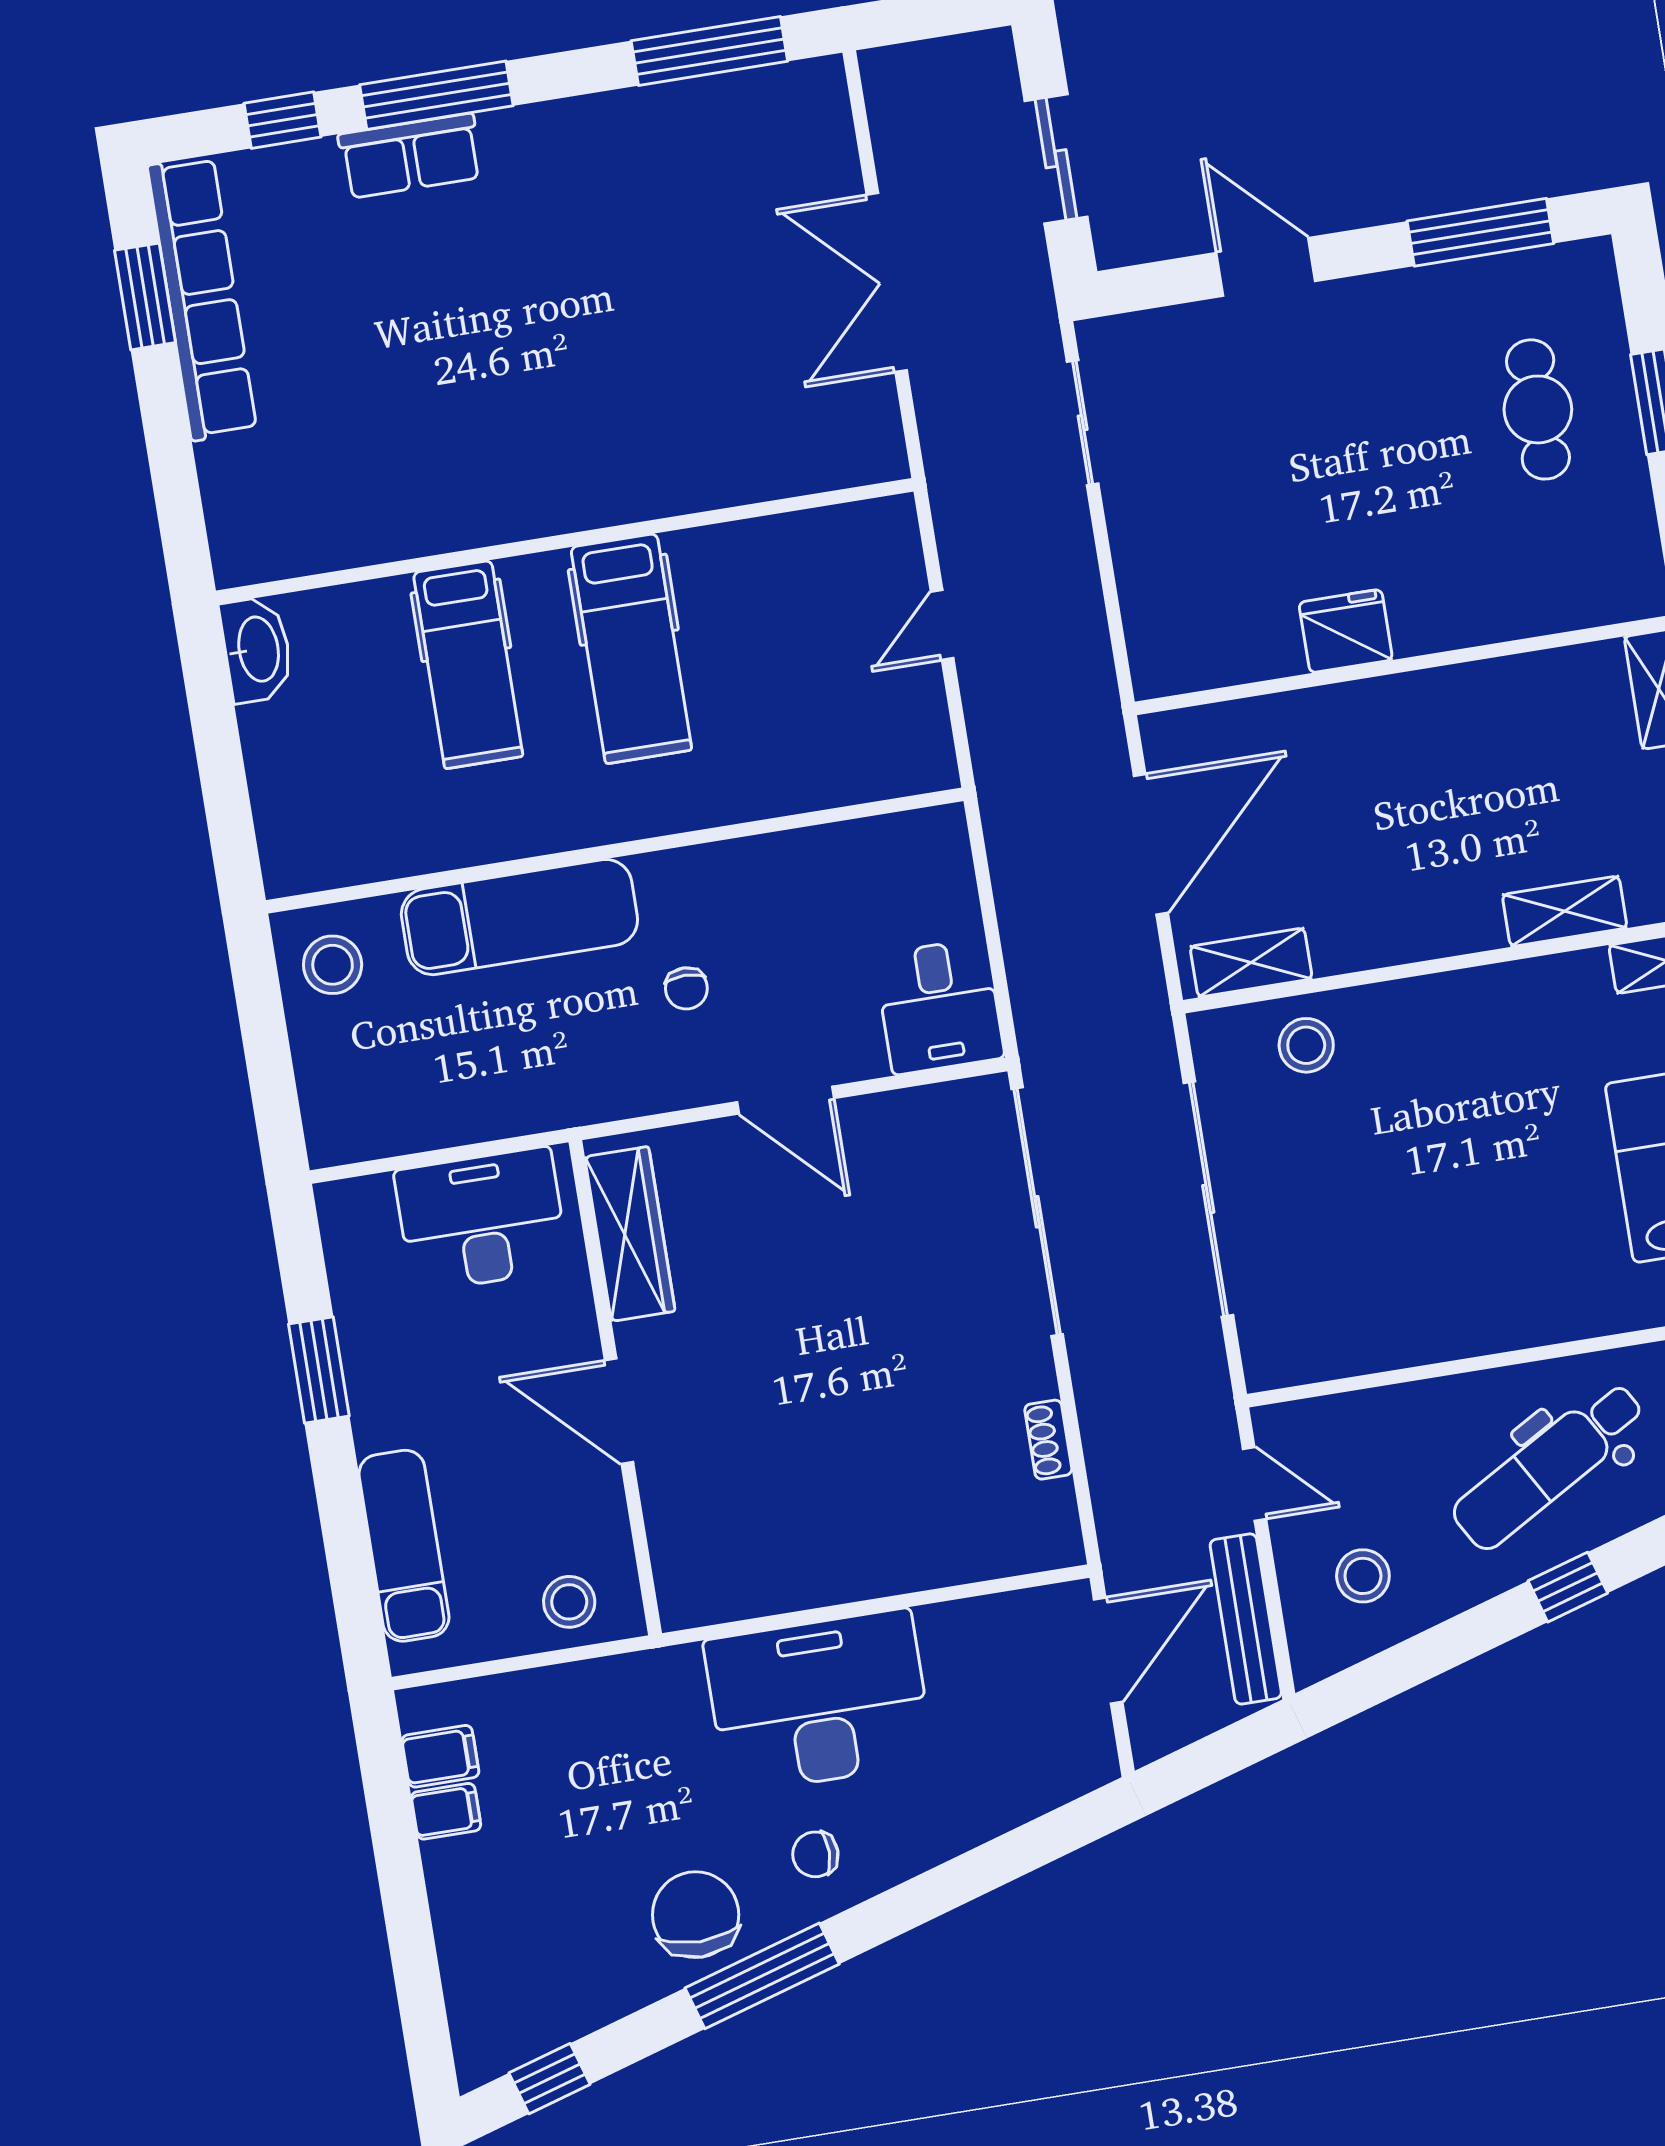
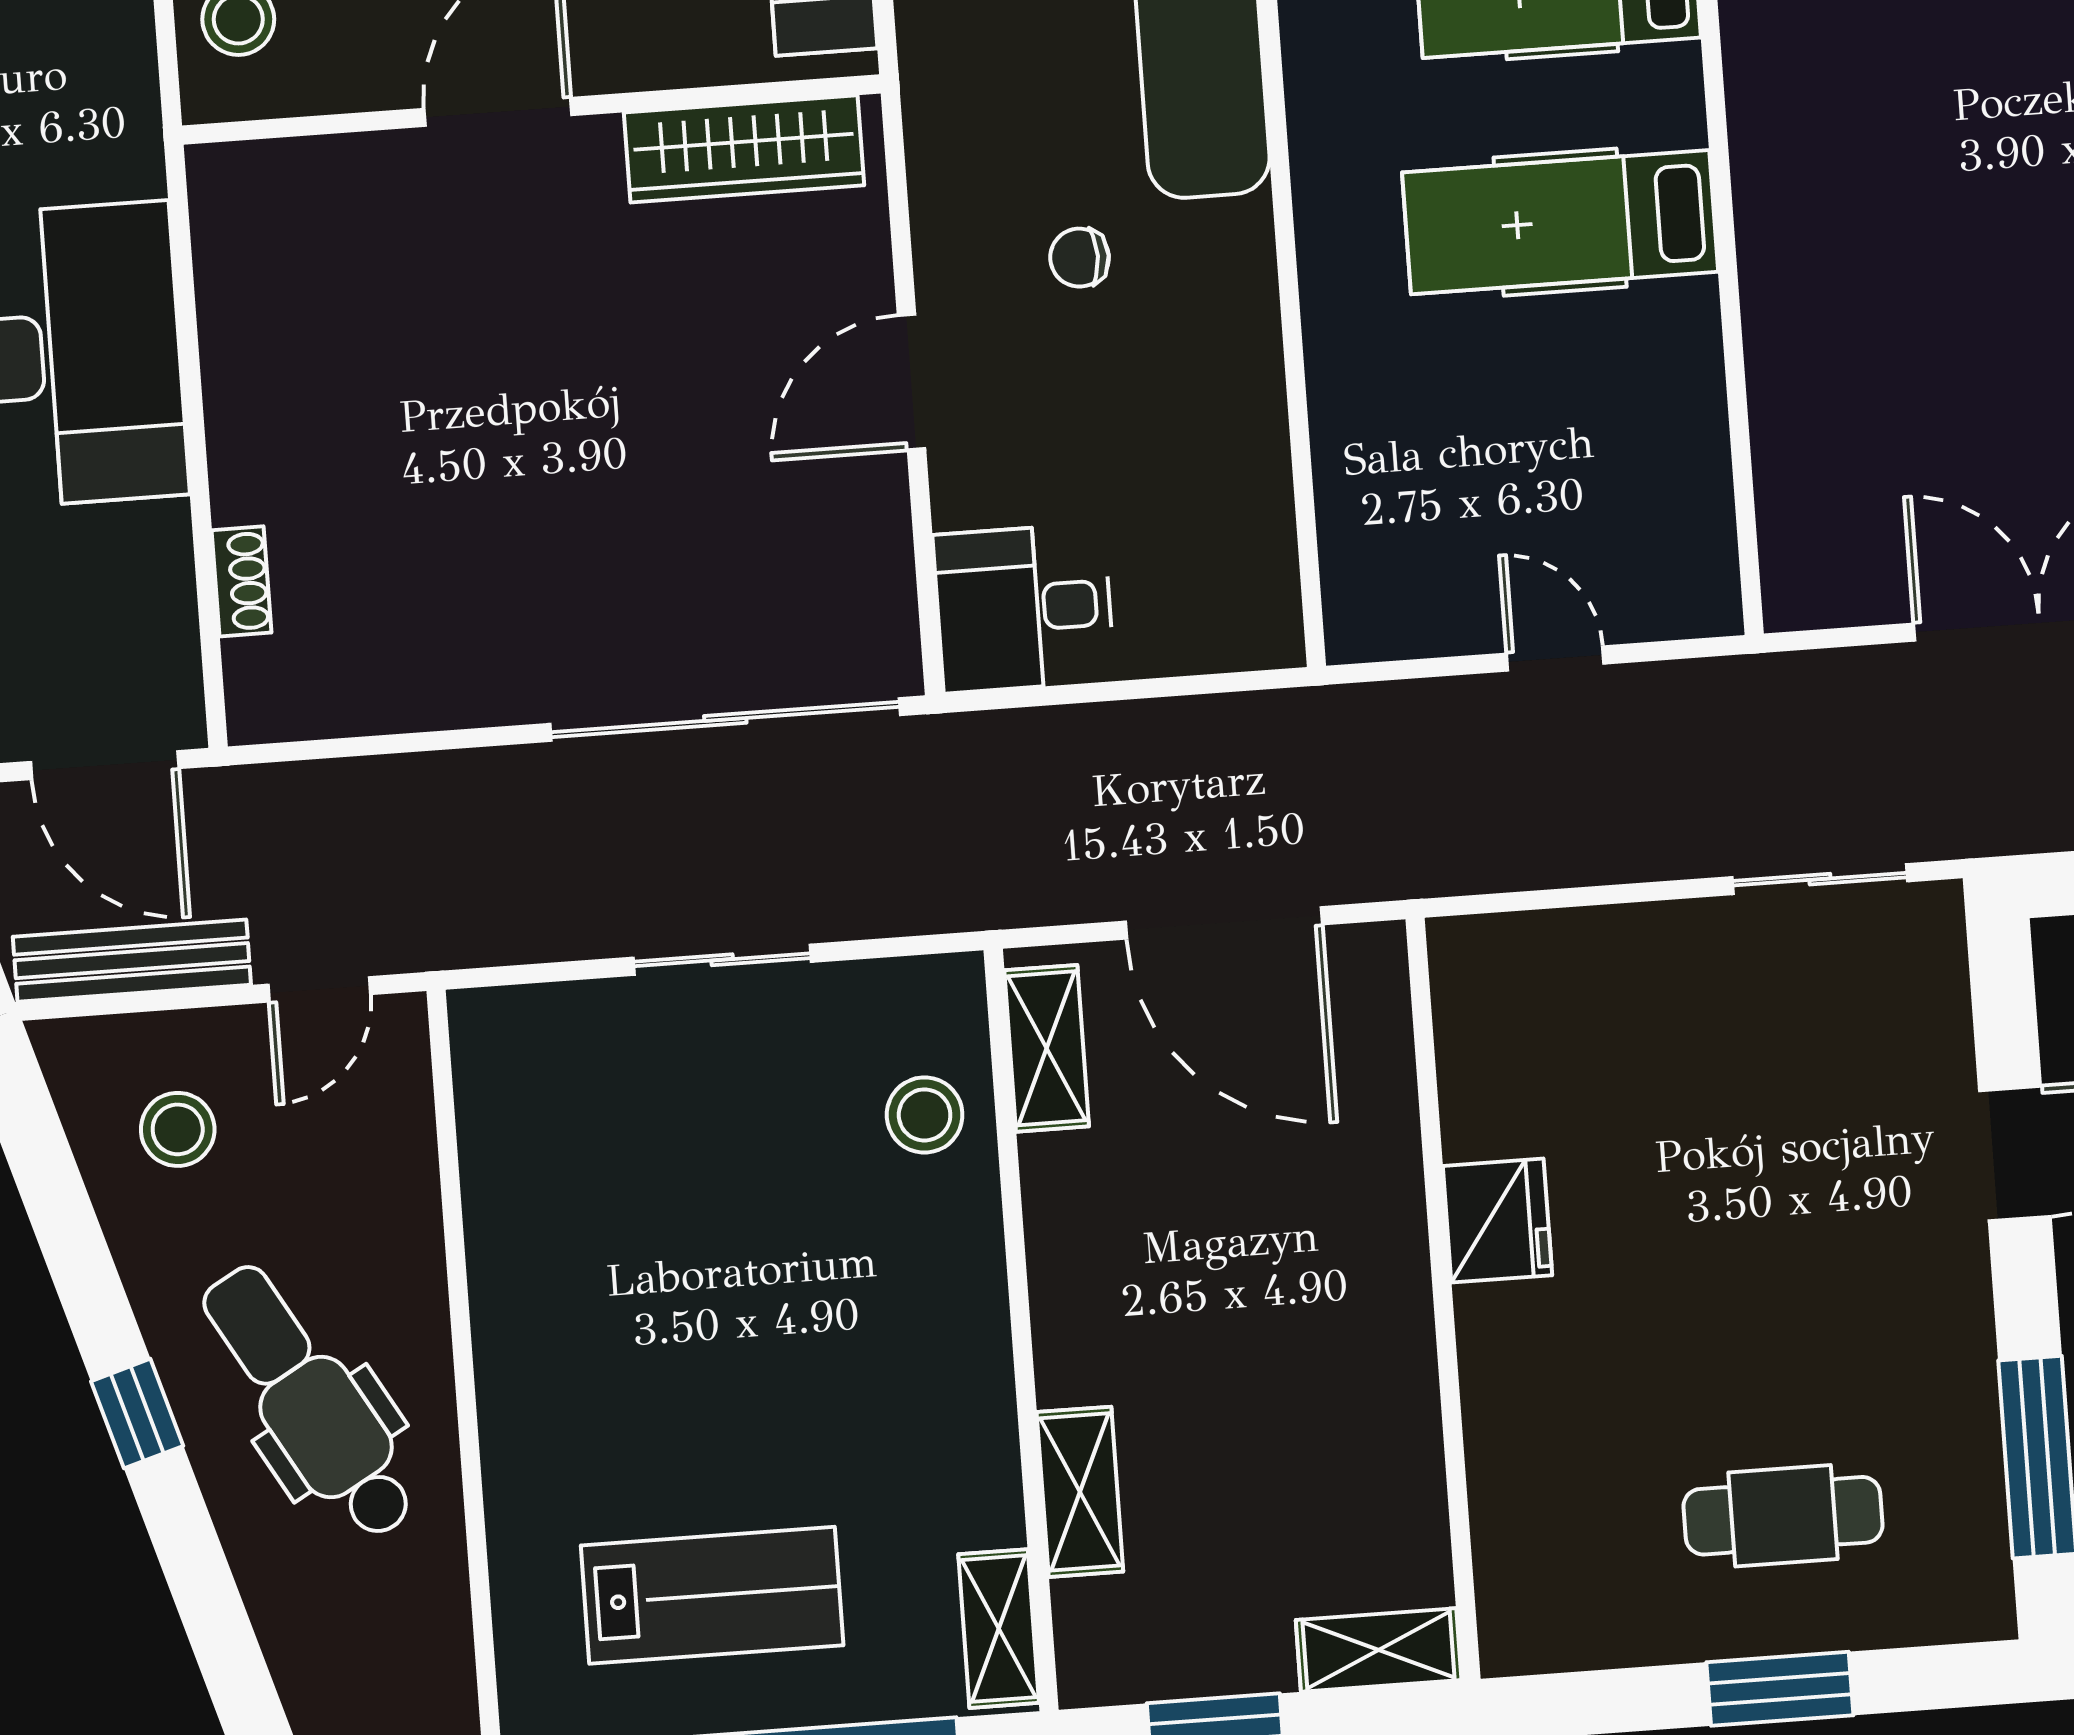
sliding door: (1208, 1199) -> (722, 960), width x0.54
shoe rack: (1048, 1440) -> (241, 581), moved, turned 90

